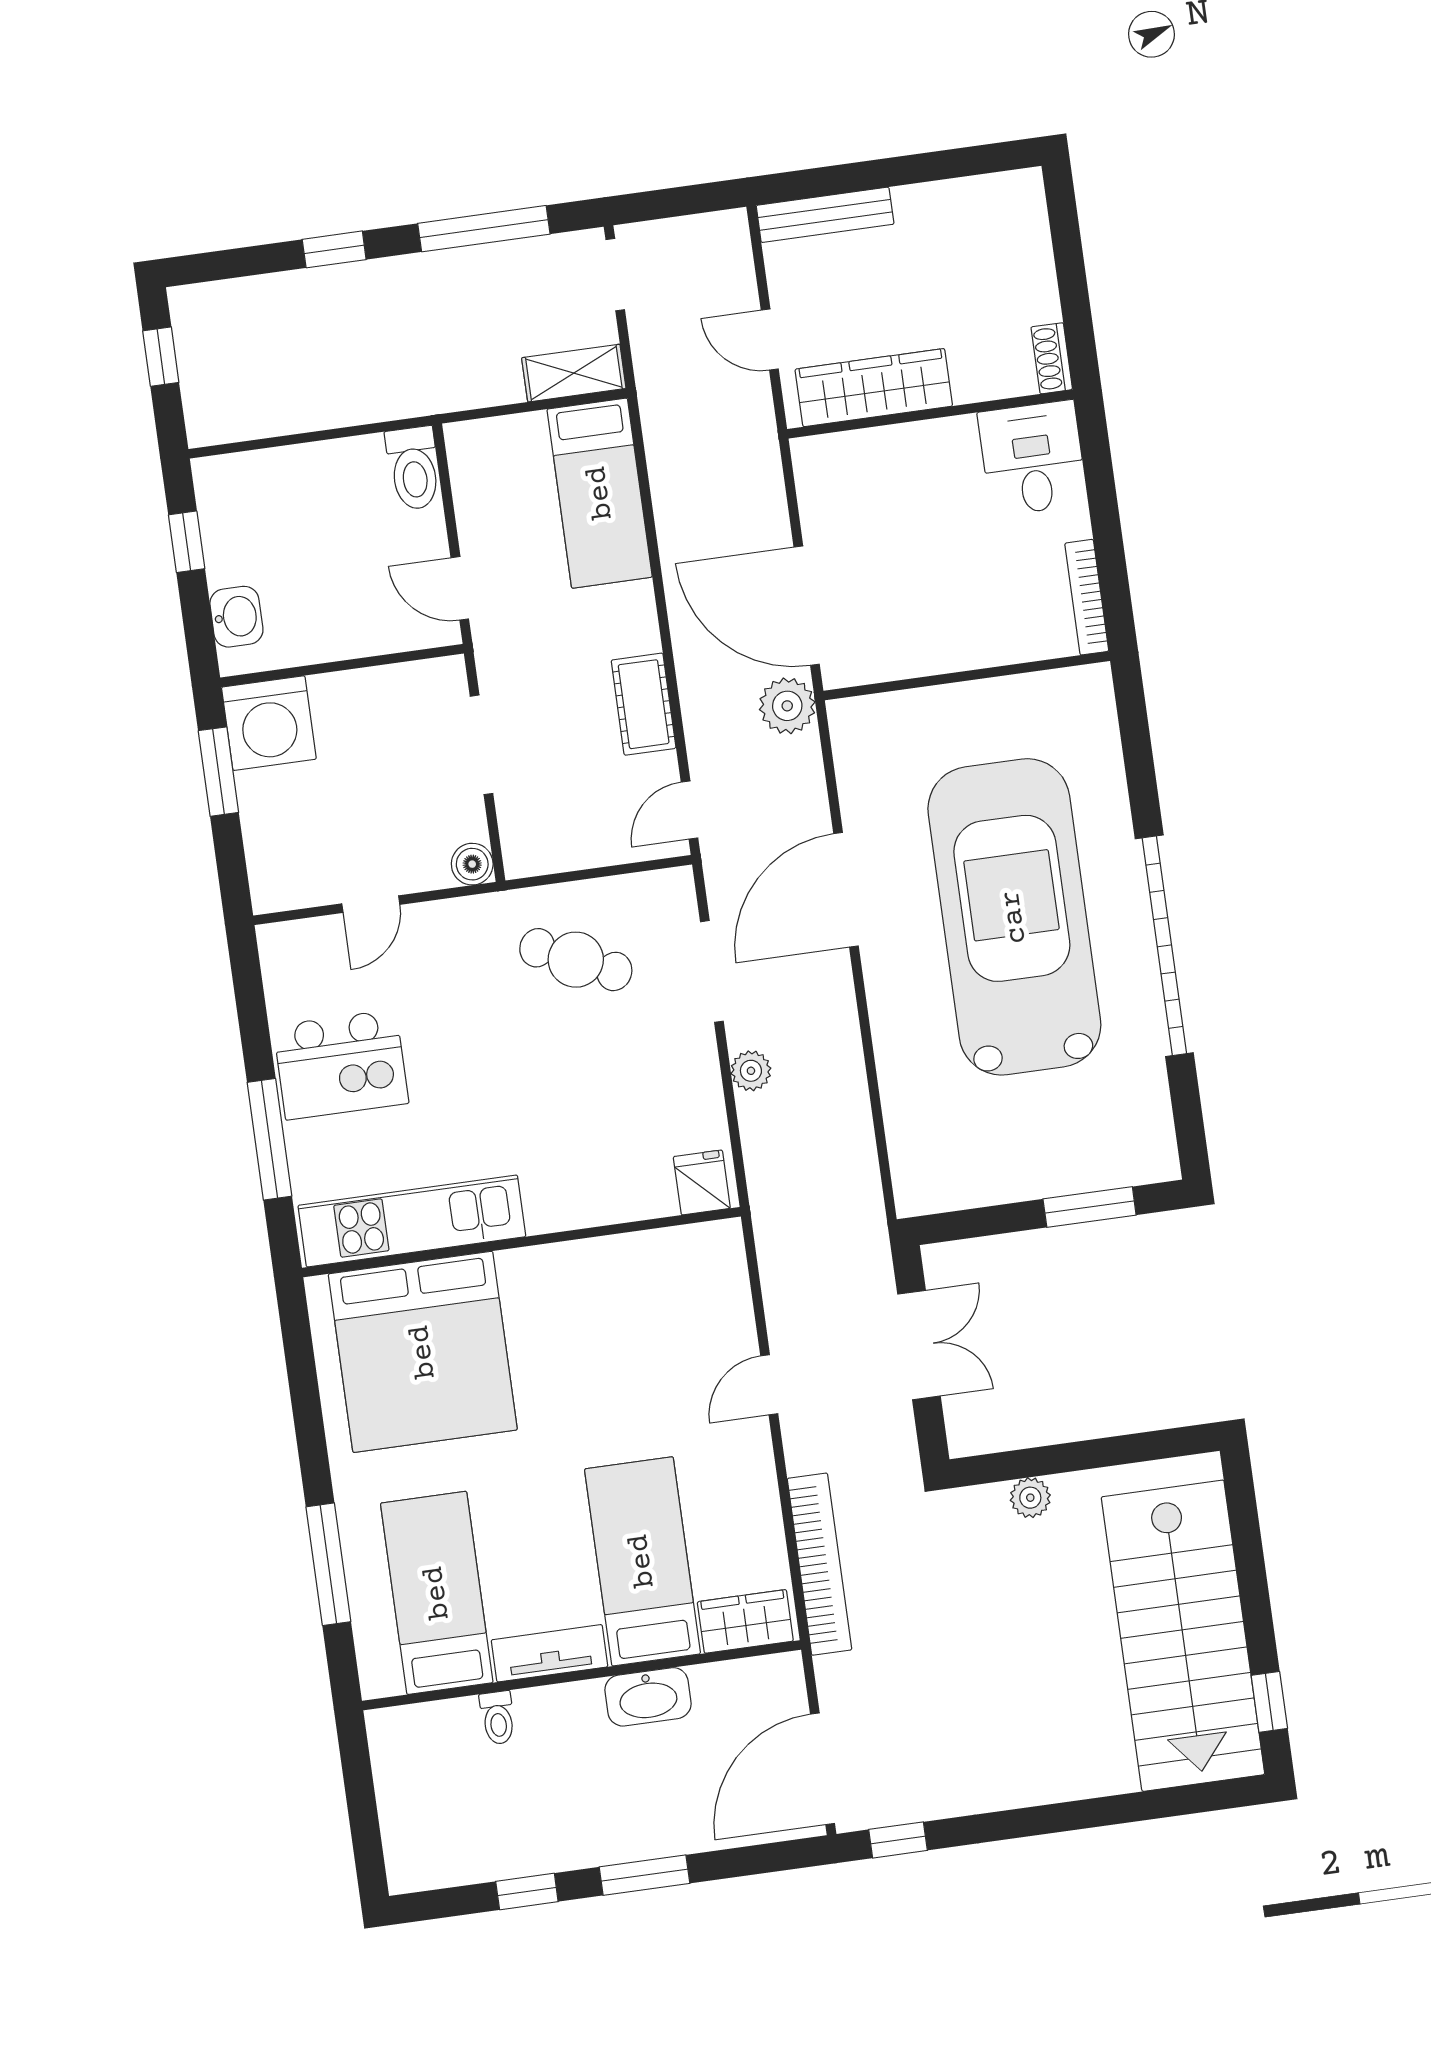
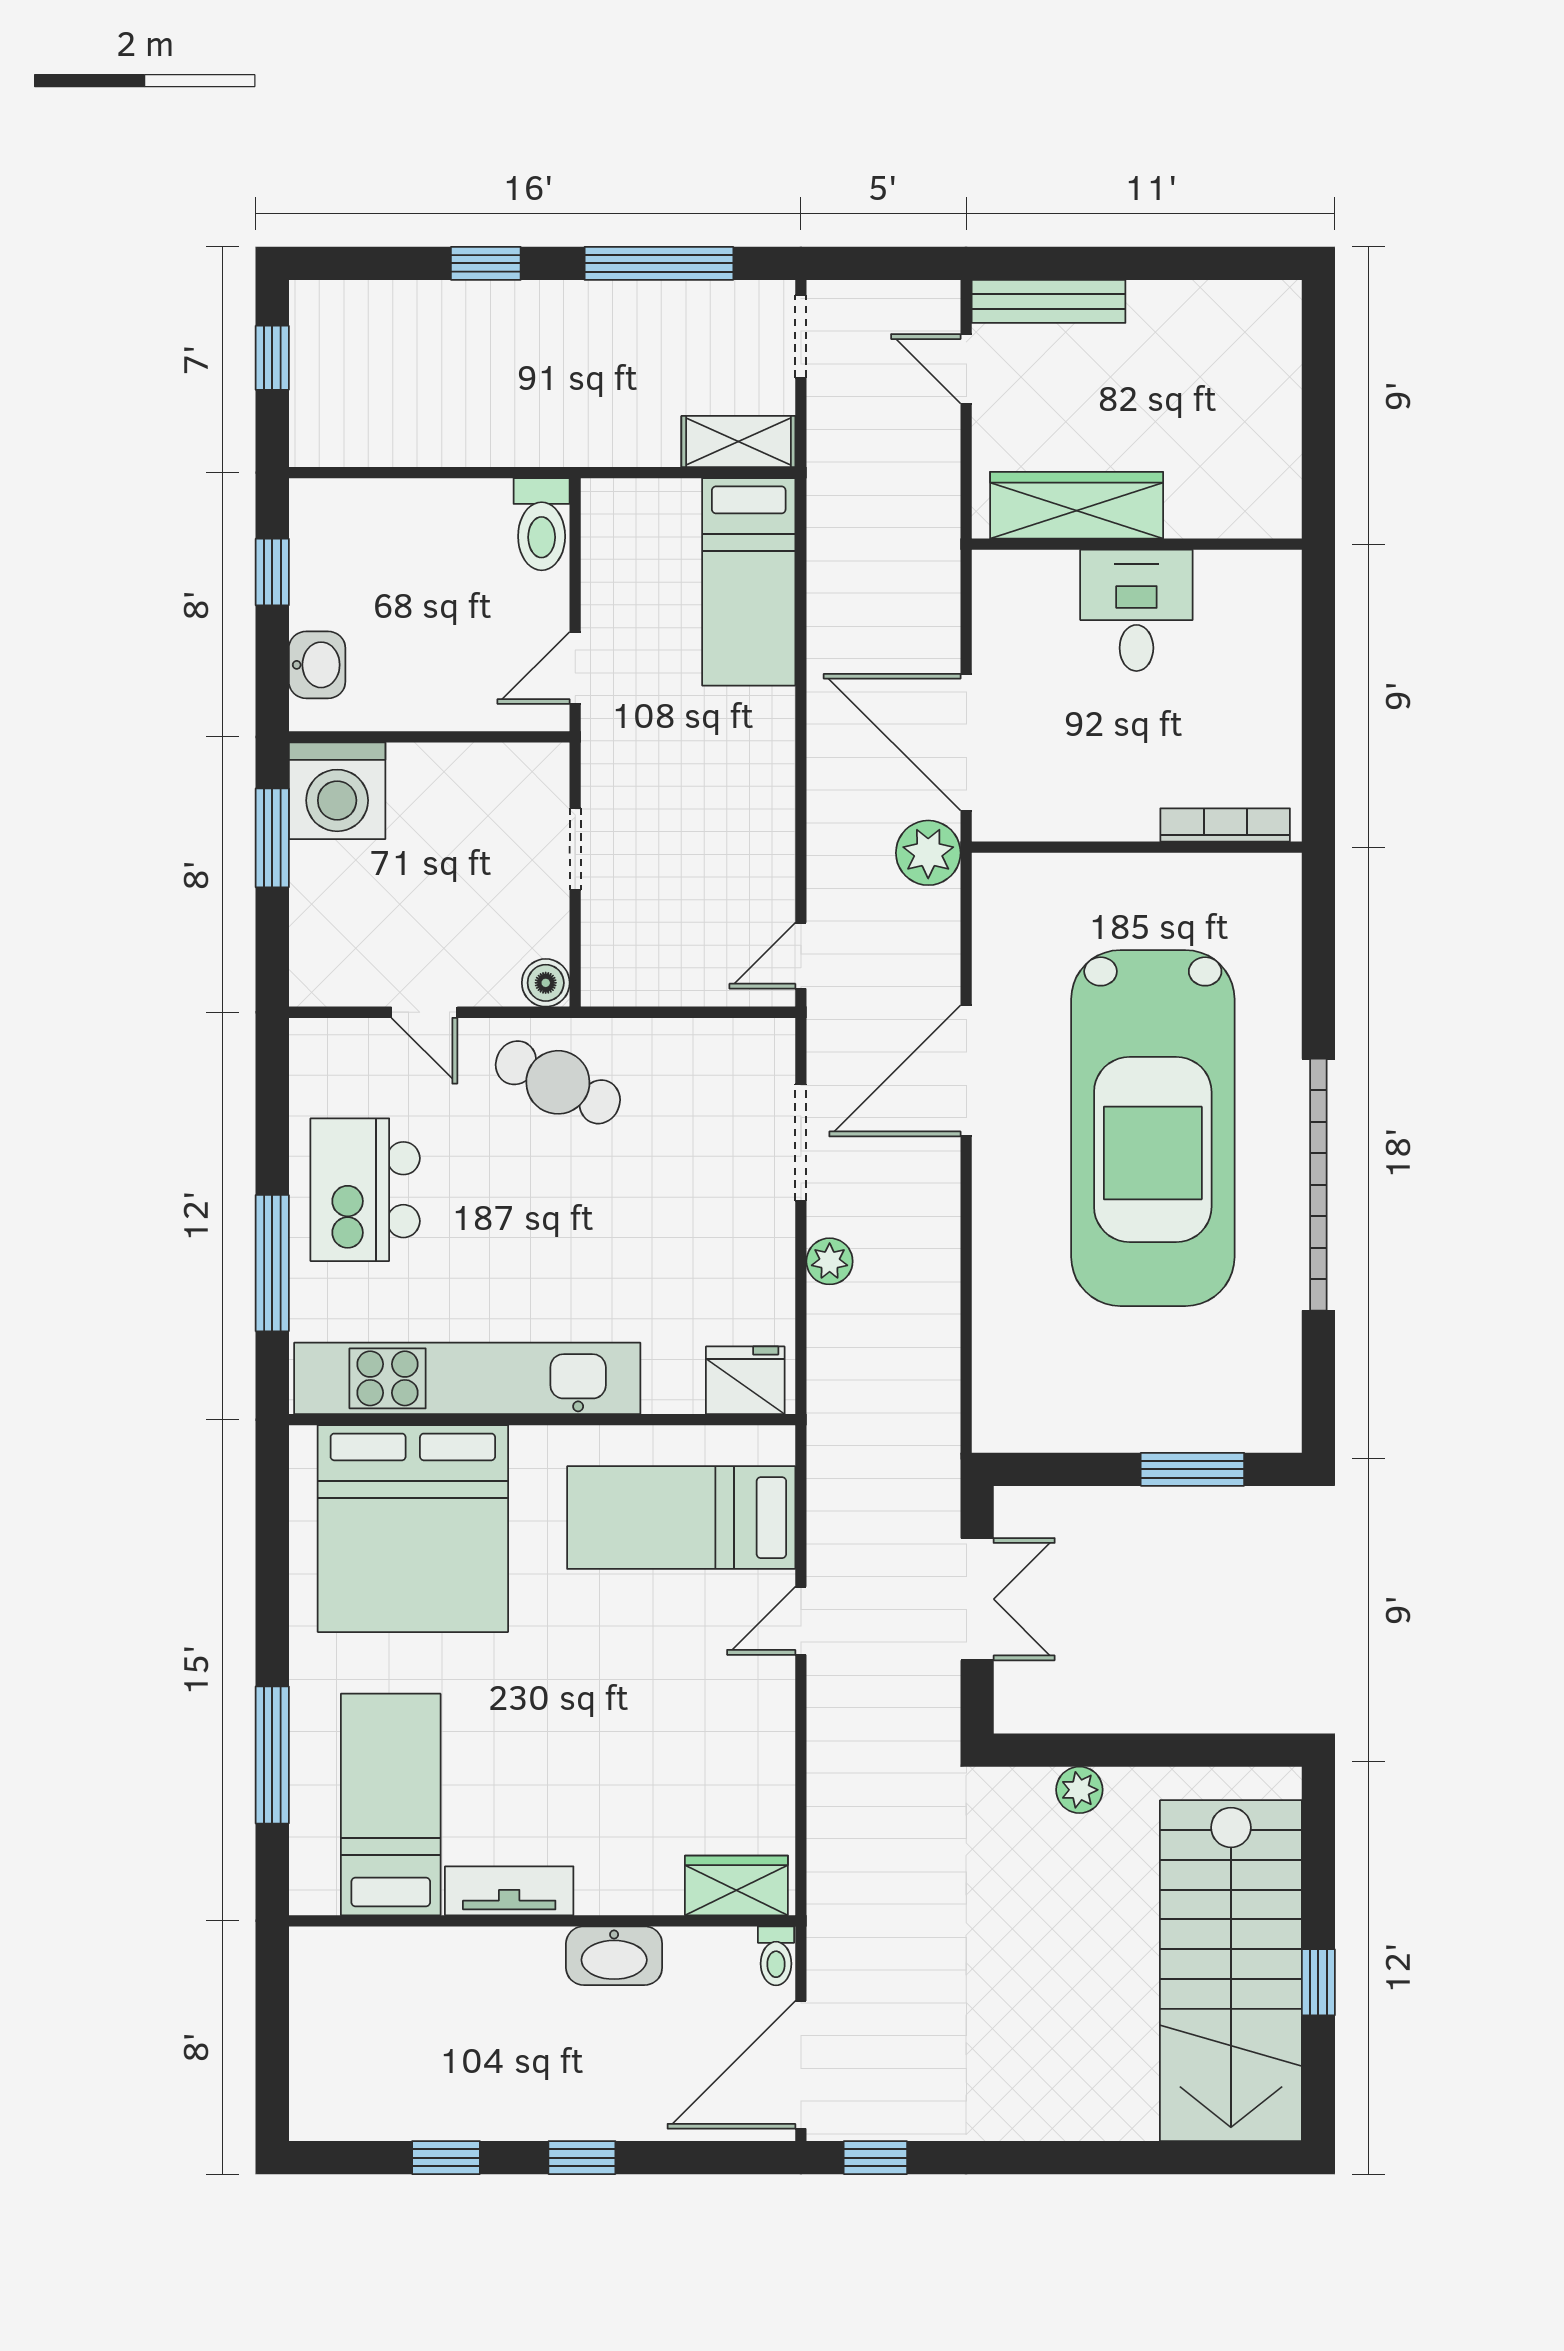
door: (770, 340) -> (966, 369), moved
shoe rack: (1052, 358) -> (1283, 500), removed
desk: (1033, 458) -> (1136, 610), moved
door: (460, 588) -> (575, 668), hinge flipped
bookcase: (1087, 597) -> (1225, 825), moved, turned 90
cot: (644, 704) -> (765, 828), removed
doorway: (482, 745) -> (575, 849), width x0.73
door: (371, 904) -> (424, 1012), hinge flipped
car: (1014, 917) -> (1153, 1128), turned 180
cafe table: (576, 960) -> (558, 1082), moved
kitchen island: (341, 1065) -> (365, 1190), turned 90
fridge: (702, 1182) -> (745, 1380), width x1.38
kitchen unit: (412, 1221) -> (467, 1378), width x1.36
bed: (642, 1561) -> (681, 1518), moved, turned -90
bookcase: (819, 1564) -> (830, 1832), removed
window: (1269, 1702) -> (1318, 1982), moved
toilet: (498, 1718) -> (776, 1956), moved
window: (644, 1875) -> (582, 2158), width x0.67

